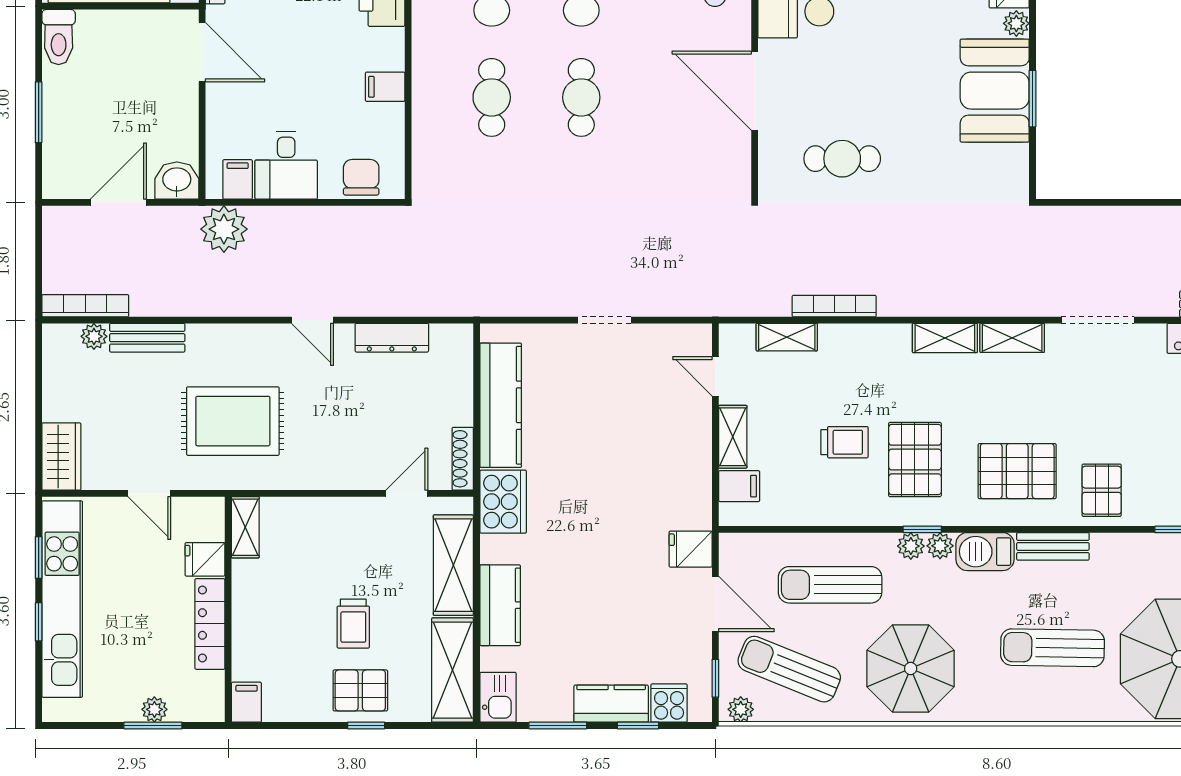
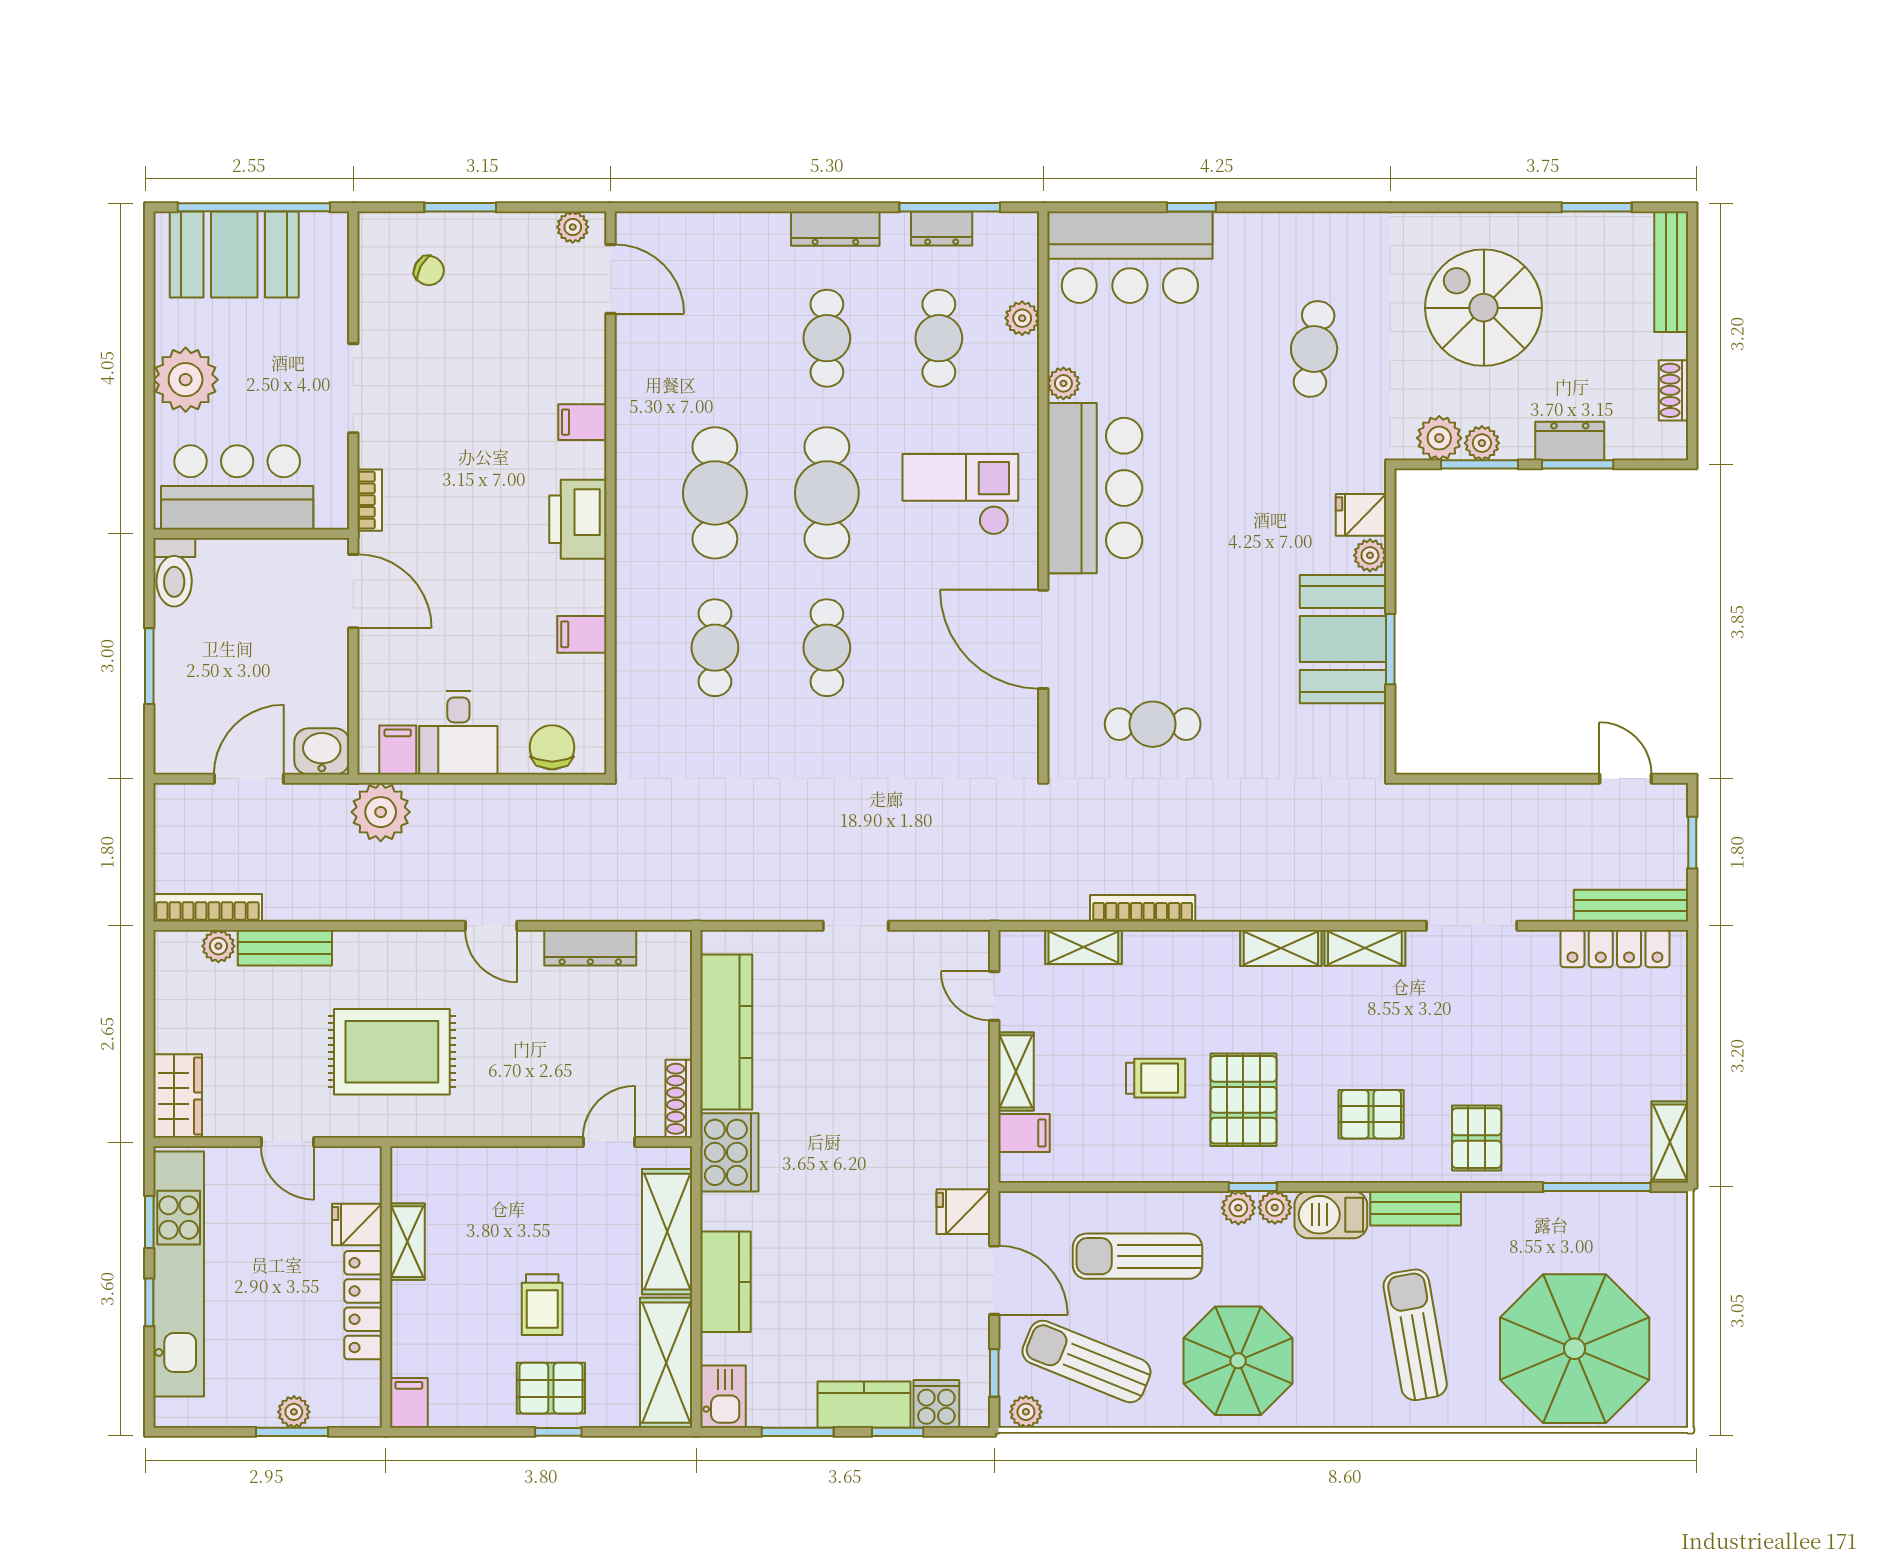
pallet: (1017, 471) -> (1371, 1114), width x0.67, depth x0.71
shelving: (245, 527) -> (407, 1242), moved
sun lounger: (1052, 648) -> (1415, 1335), turned 79

